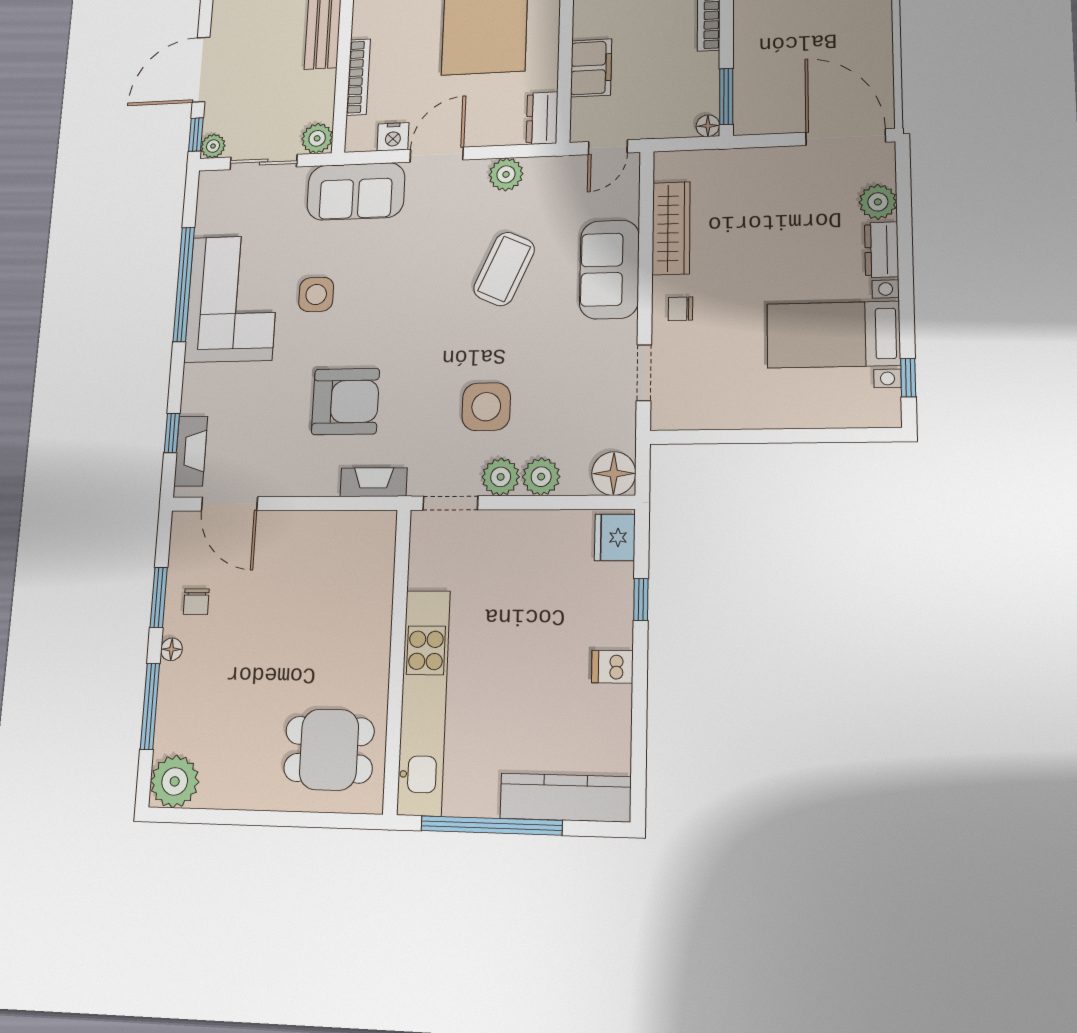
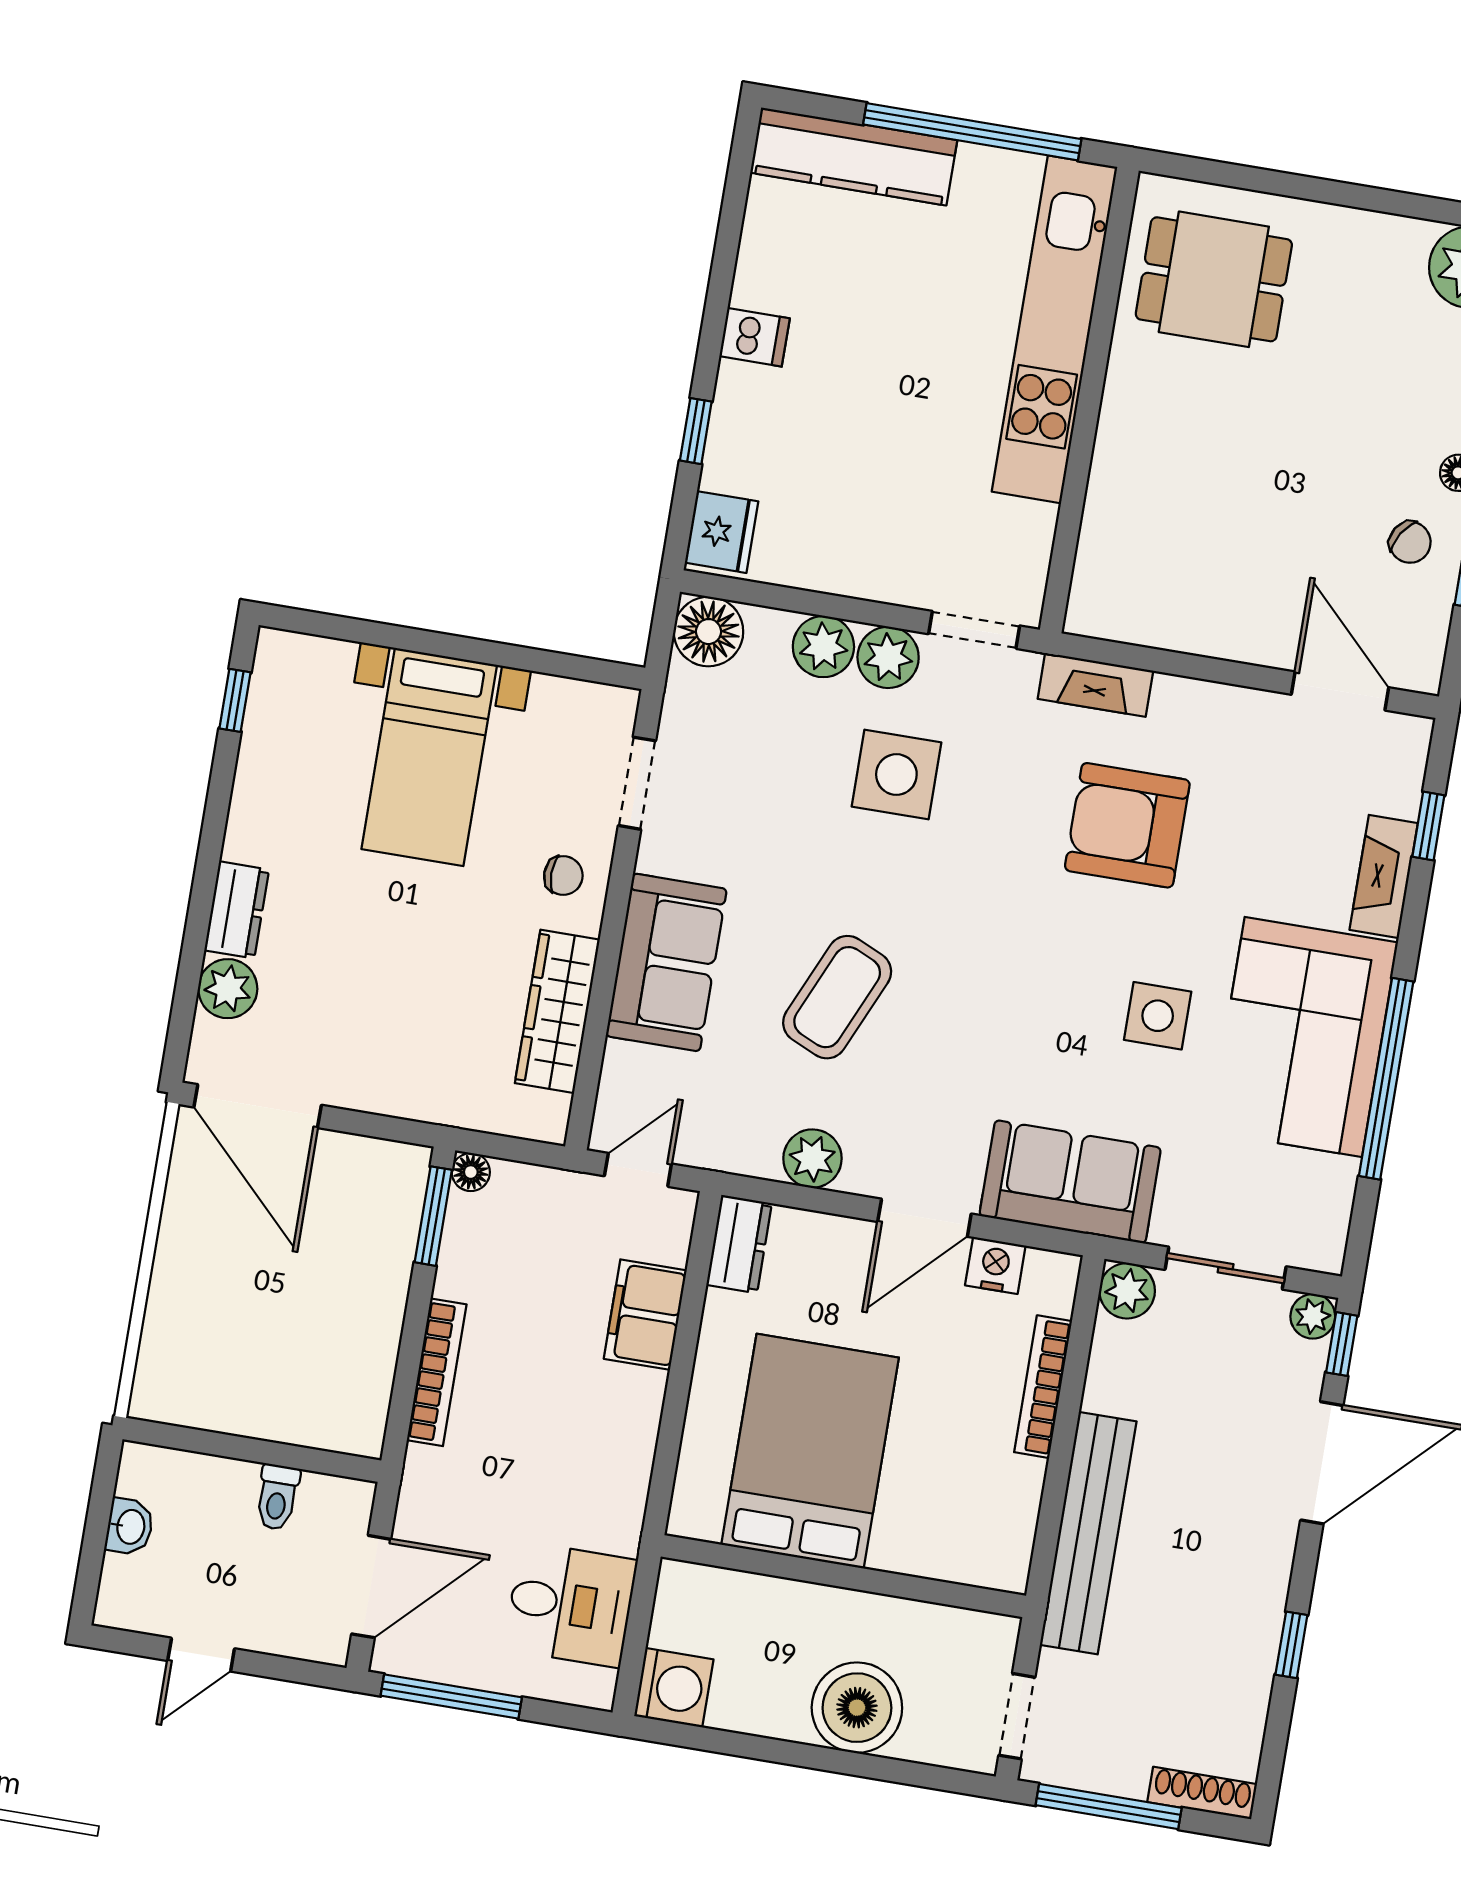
bed with nightstands: (833, 335) -> (429, 757), moved, turned 90
fireplace: (191, 451) -> (1384, 876), moved
chair: (196, 602) -> (1410, 542), turned 122

